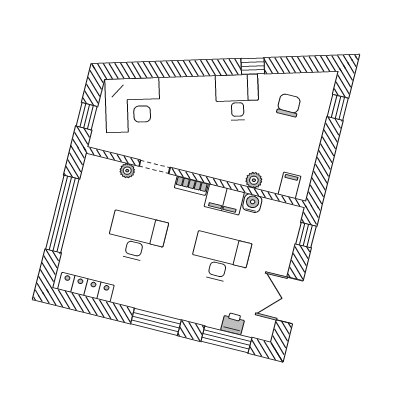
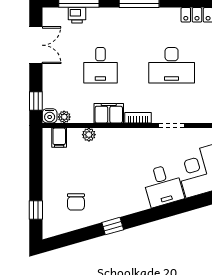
desk: (237, 97) -> (163, 185), moved
plant: (127, 171) -> (64, 117), moved
water cooler: (252, 203) -> (50, 116), moved
desk: (220, 258) -> (100, 65), width x0.73

